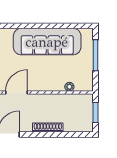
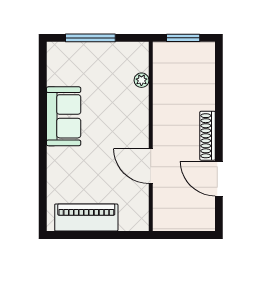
sofa: (47, 42) -> (64, 116), width x0.54, depth x0.79
shoe rack: (48, 127) -> (208, 136), moved

